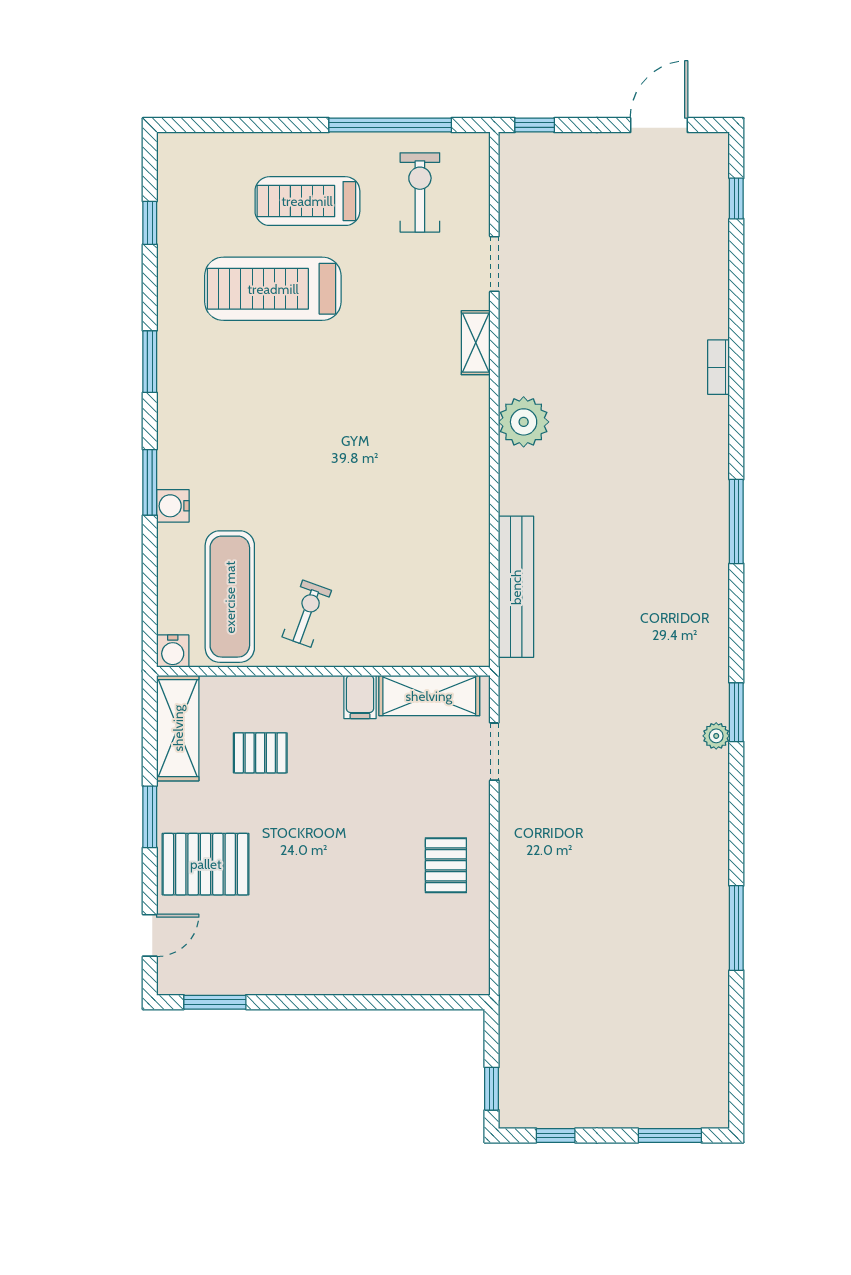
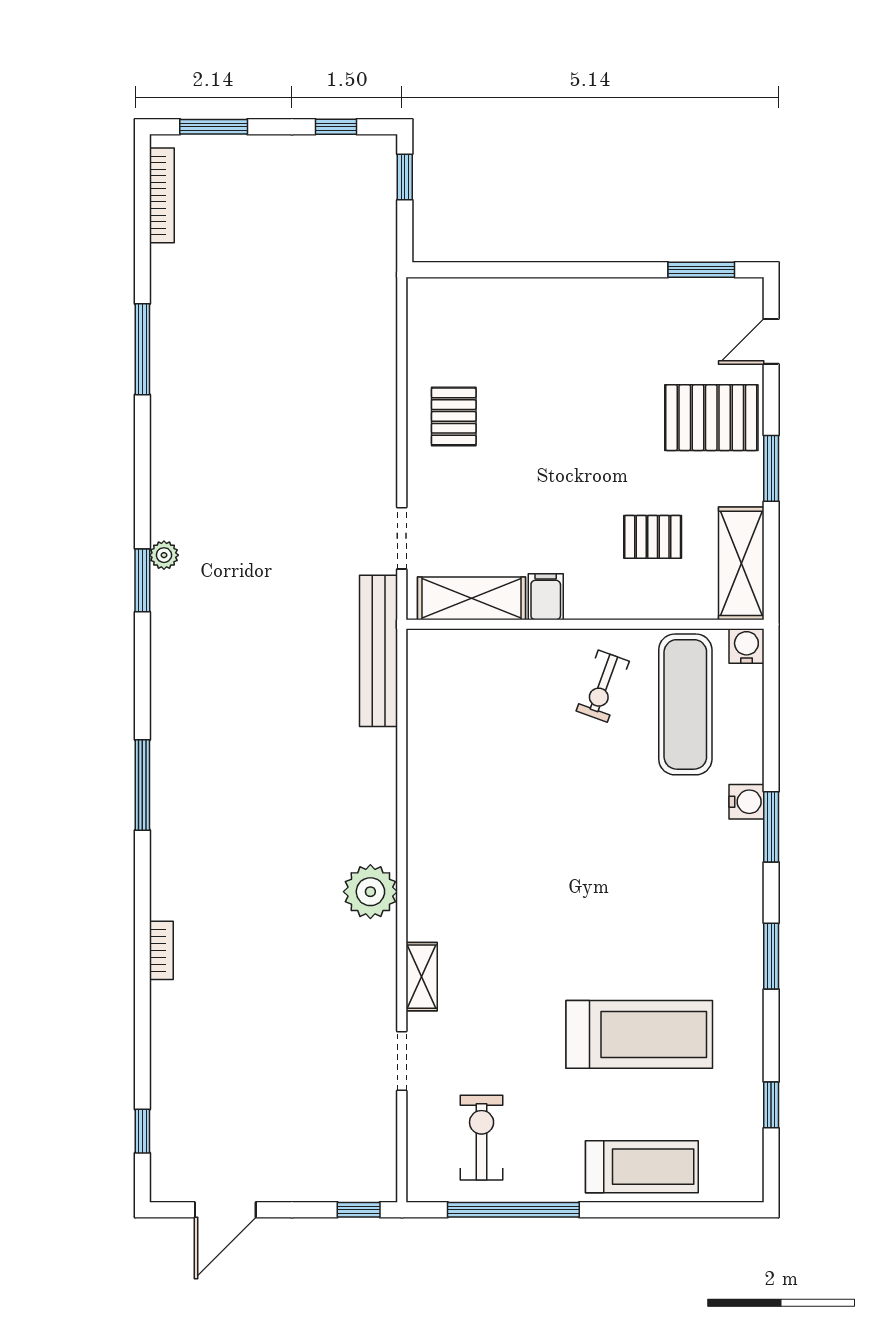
exercise bike: (420, 192) -> (482, 1138), turned 180
treadmill: (307, 201) -> (642, 1167), moved
bench: (516, 587) -> (379, 651), moved
bookcase: (718, 1071) -> (162, 195), added

